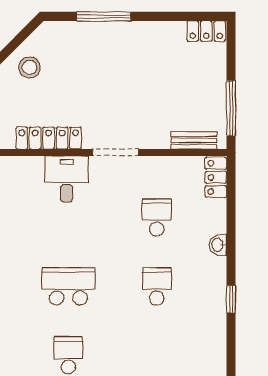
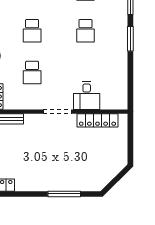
stool: (29, 67) -> (109, 163), removed
school desk: (68, 286) -> (86, 31), width x0.54

